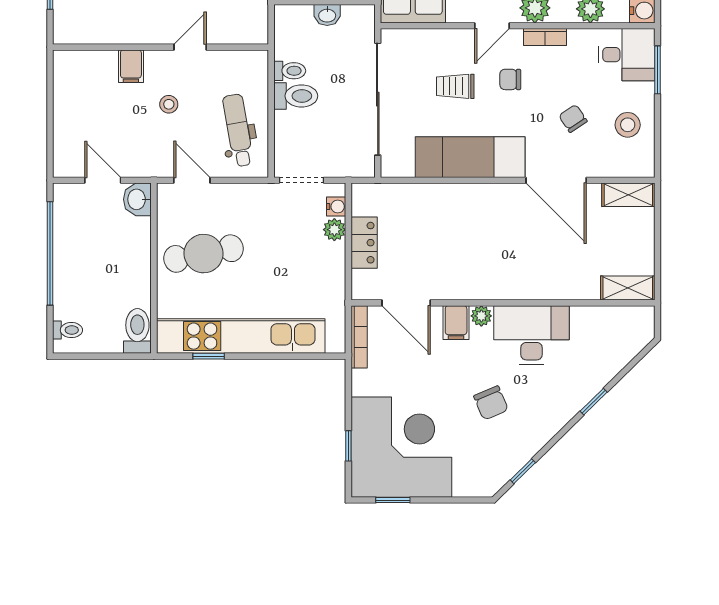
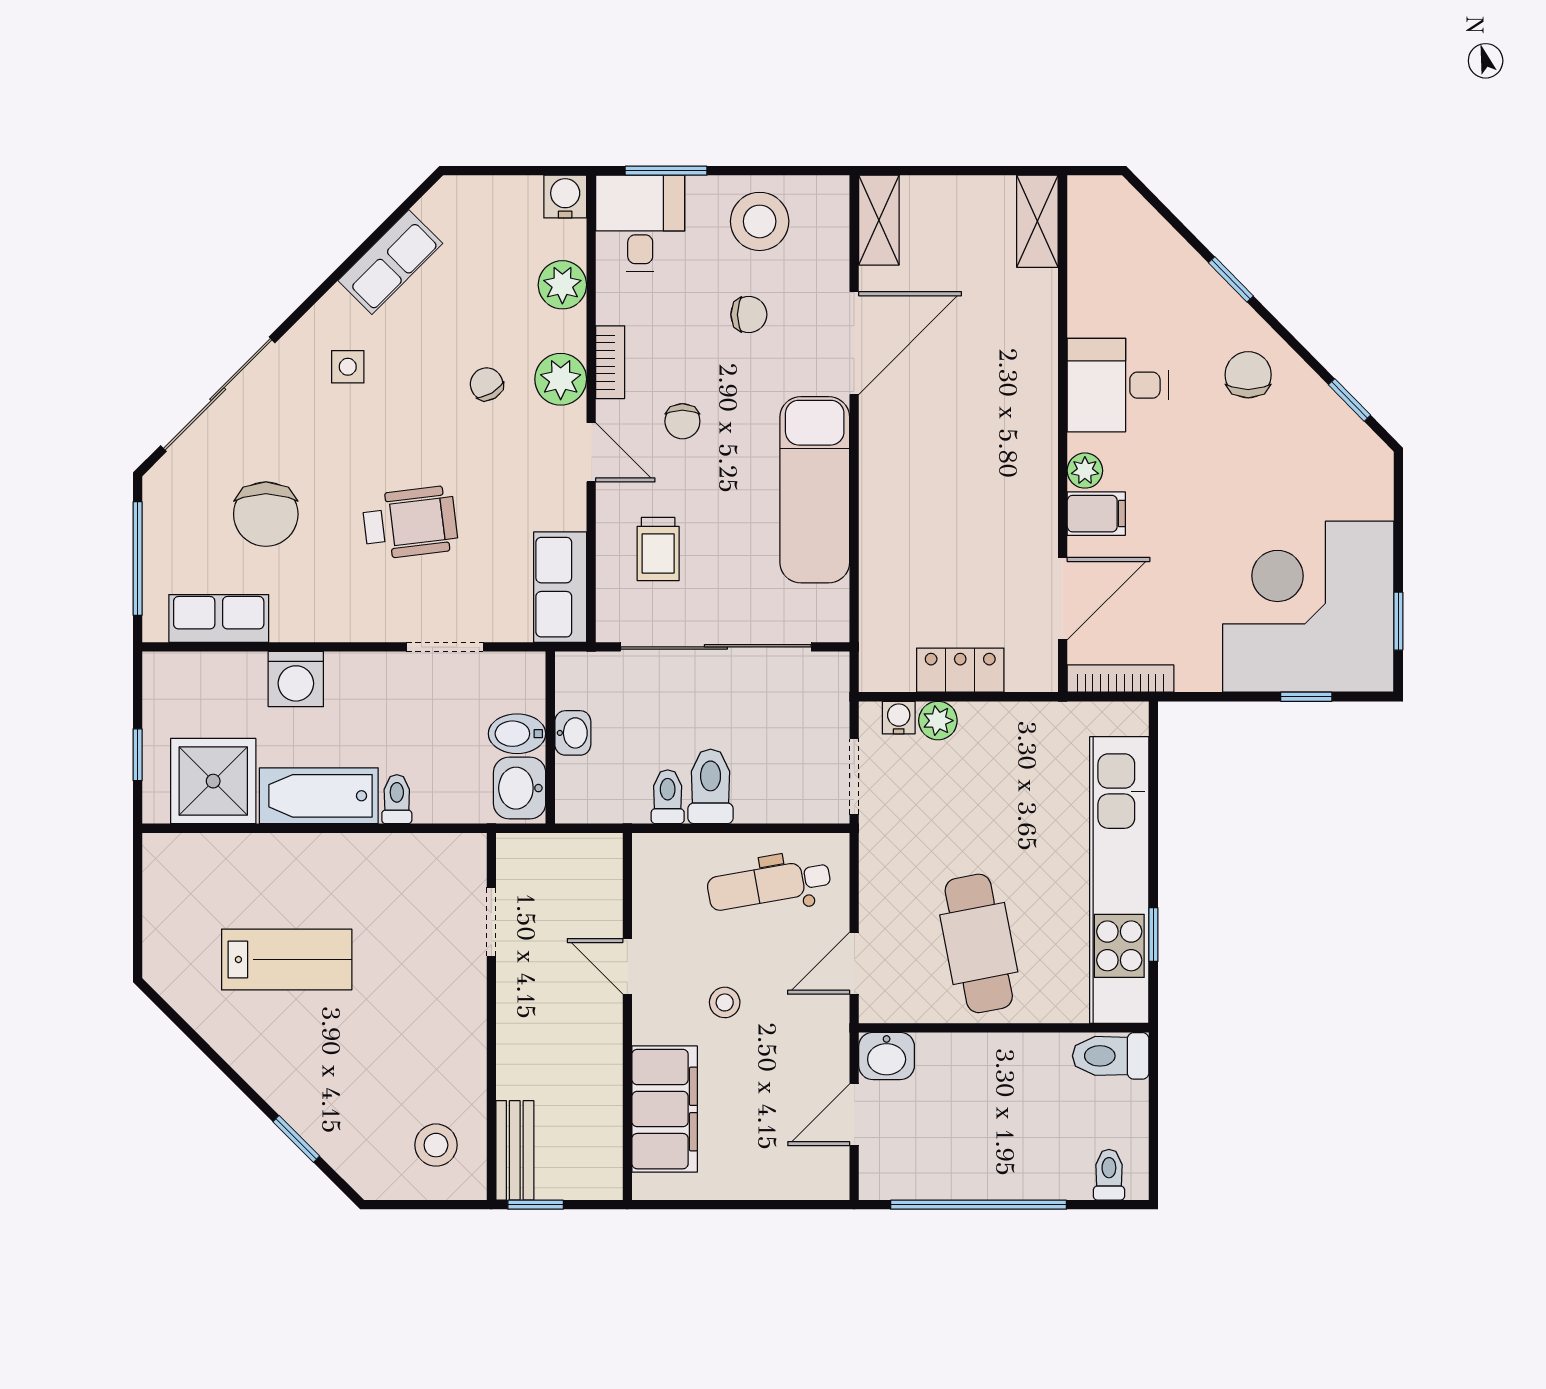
filing cabinet: (131, 66) -> (665, 1109), width x3.00, depth x1.17
trolley: (455, 86) -> (658, 549), moved
chair: (573, 118) -> (749, 315), turned -146
stool: (628, 125) -> (760, 221), width x1.38, depth x1.38
desk: (531, 335) -> (1118, 385), width x0.73
chair: (491, 403) -> (1248, 375), moved, turned -67

